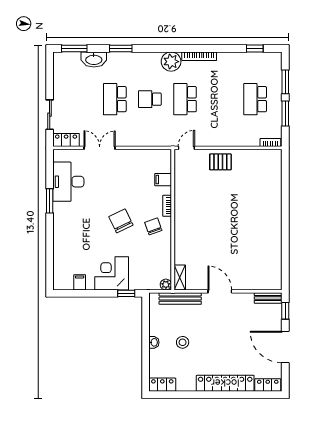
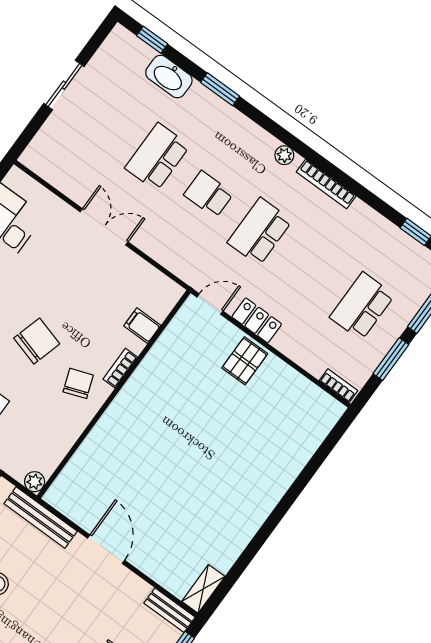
window: (74, 48) -> (152, 40), width x0.67
plant: (171, 62) -> (284, 155), width x0.53, depth x0.53
sliding door: (50, 115) -> (64, 85), moved
locker: (66, 140) -> (257, 320), moved
double door: (100, 148) -> (104, 227), moved
pallet: (220, 162) -> (245, 361), turned 90
chair: (121, 221) -> (37, 341), turned 42
shelving: (180, 277) -> (203, 589), moved

